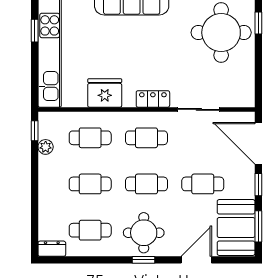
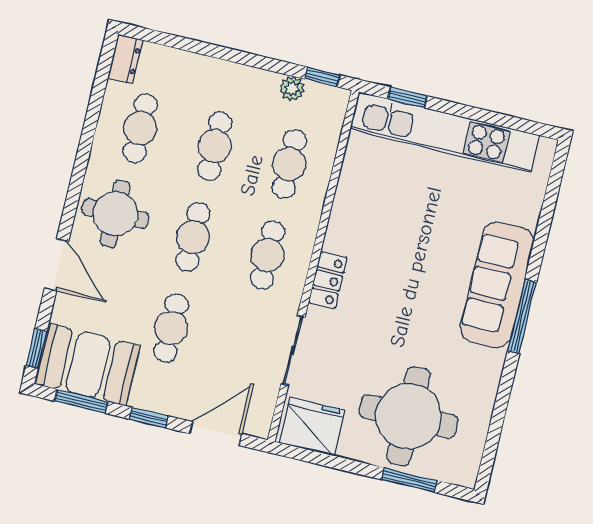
window: (258, 23) -> (409, 480), width x1.50
window: (35, 31) -> (407, 97), moved
fridge: (105, 93) -> (312, 426), moved, turned -90
door: (258, 143) -> (215, 434), width x0.73
window: (144, 260) -> (36, 349), moved
door: (196, 260) -> (57, 265), moved

